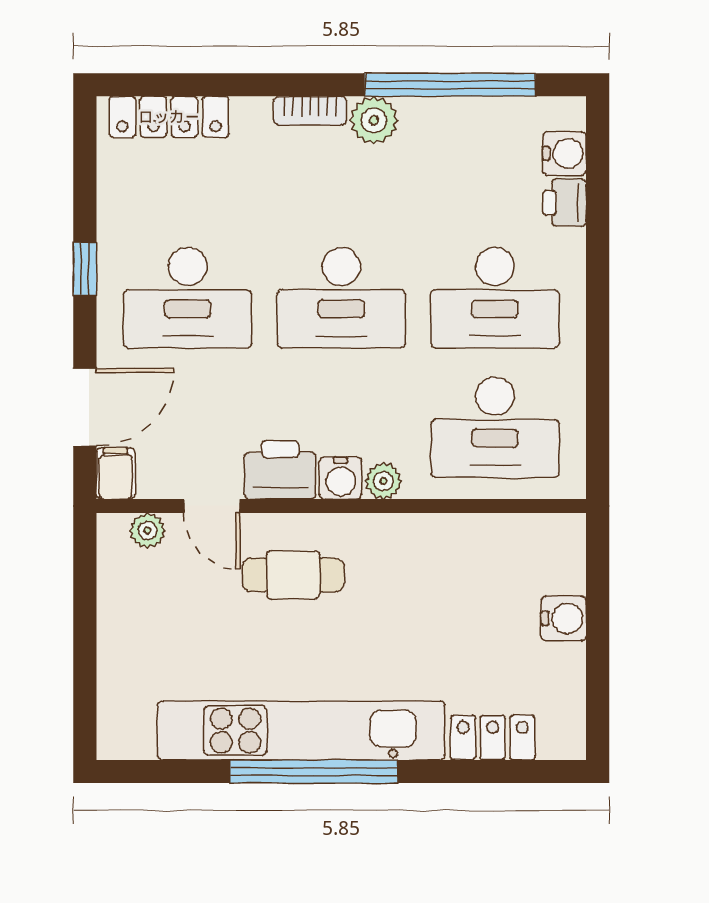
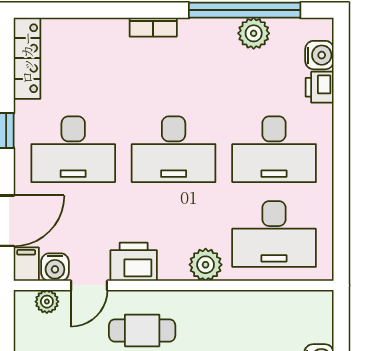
locker: (169, 117) -> (27, 58), moved, turned -90
plant: (374, 120) -> (254, 33), moved
water cooler: (341, 478) -> (55, 267), moved
plant: (383, 481) -> (206, 265), width x1.38, depth x1.38
door: (212, 506) -> (89, 285), hinge flipped

